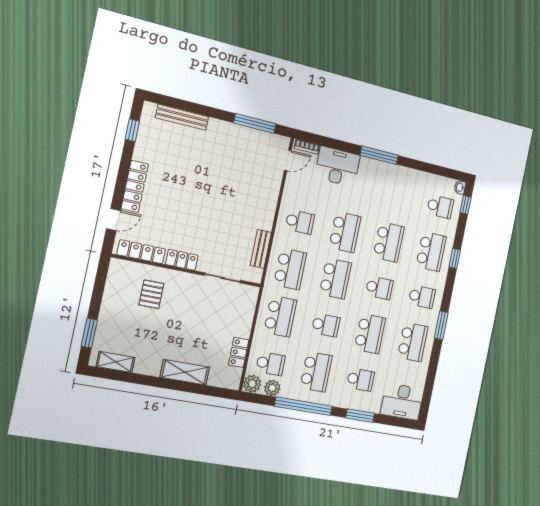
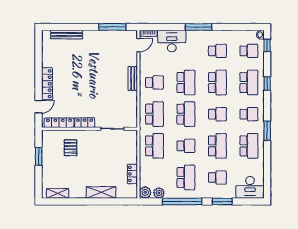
window: (132, 130) -> (39, 50), removed
bench: (261, 249) -> (133, 78), moved
window: (89, 333) -> (39, 156), moved
school desk: (270, 364) -> (217, 51), moved

